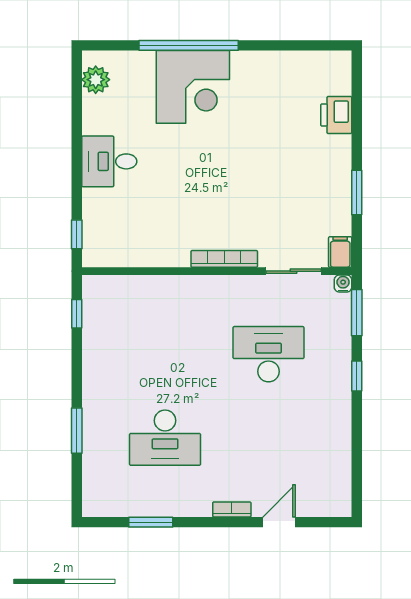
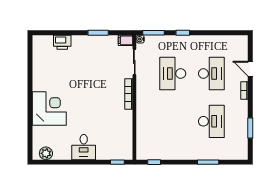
window: (189, 45) -> (30, 110), removed
desk: (268, 438) -> (211, 74), added

